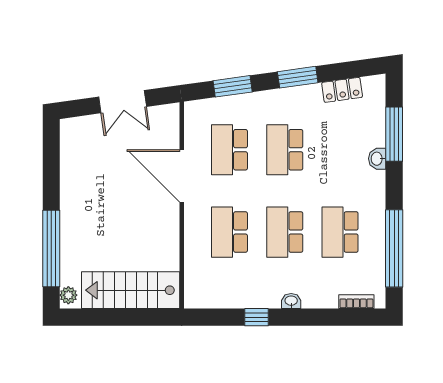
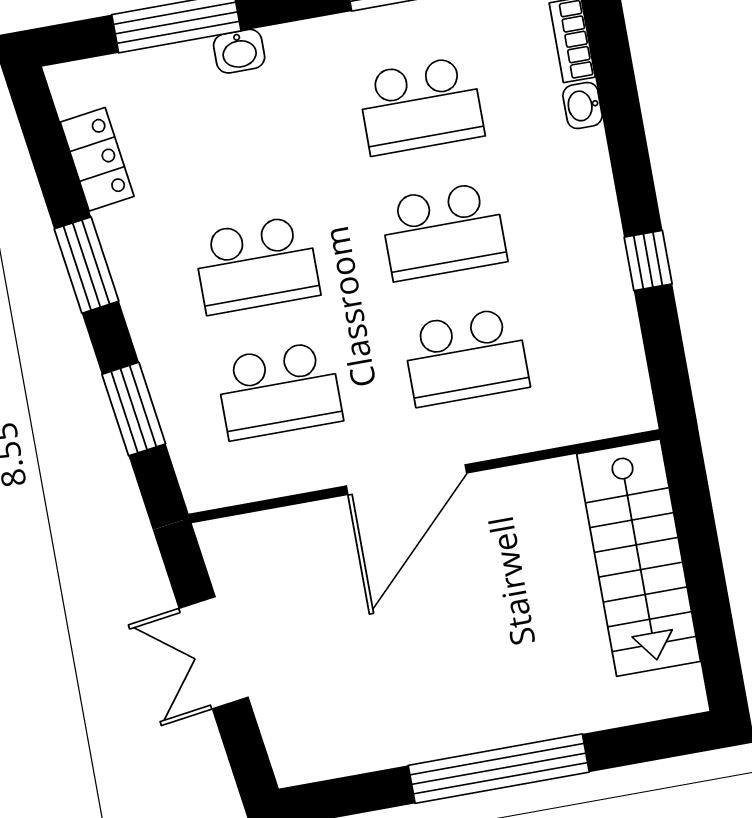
double door: (123, 102) -> (214, 653), swing flipped
door: (182, 176) -> (407, 480), moved
window: (51, 248) -> (499, 769), moved
plant: (68, 295) -> (675, 697), removed
washbasin: (291, 301) -> (583, 106), moved

